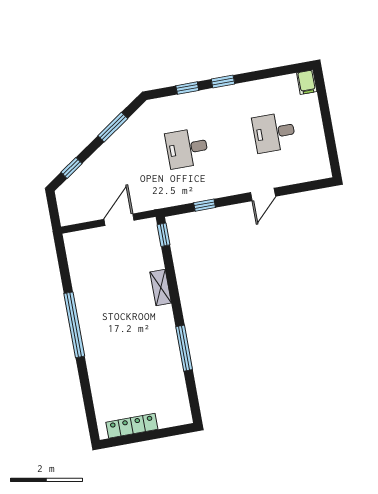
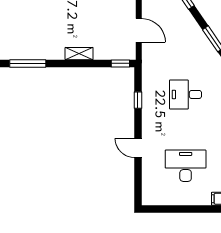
desk: (274, 132) -> (186, 166), width x1.37
desk: (187, 148) -> (186, 94), turned -90

